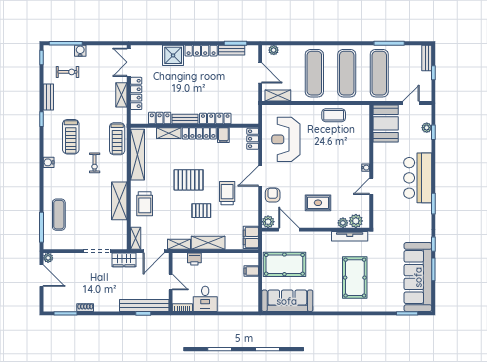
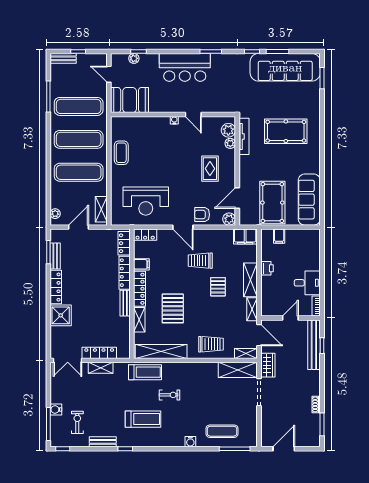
locker: (160, 118) -> (124, 243), moved
water cooler: (49, 162) -> (190, 442), moved
pallet: (189, 180) -> (173, 308), moved
shelving: (119, 201) -> (238, 370), moved
plant: (48, 258) -> (266, 442), removed
printer: (194, 259) -> (267, 268), moved

